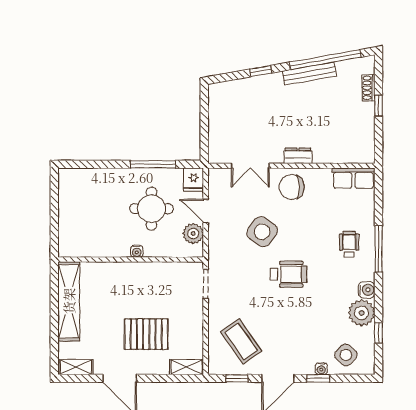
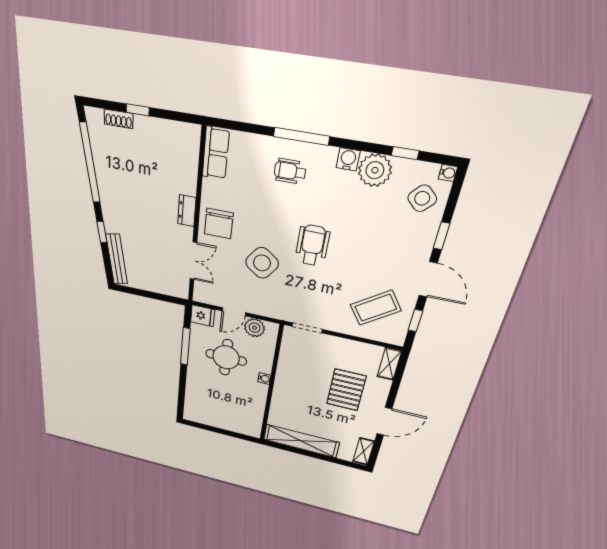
bench: (310, 74) -> (117, 259), moved
water cooler: (321, 369) -> (448, 173), moved

